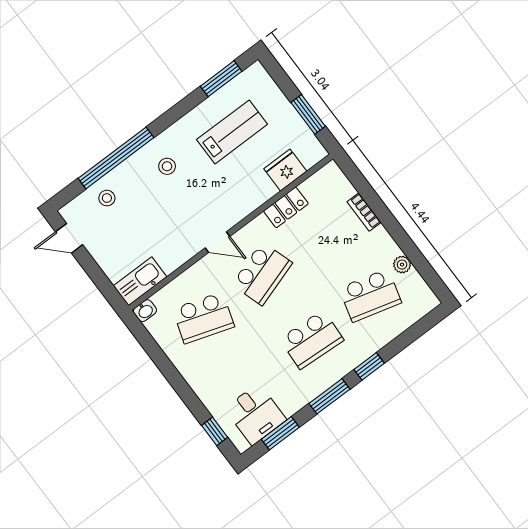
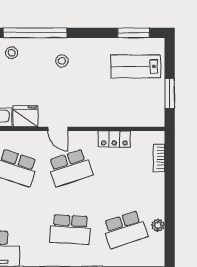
lab bench: (232, 132) -> (136, 66), moved, turned 180
fridge: (285, 170) -> (25, 116), moved
bookcase: (364, 212) -> (159, 158), moved
school desk: (370, 295) -> (125, 229), turned -33

